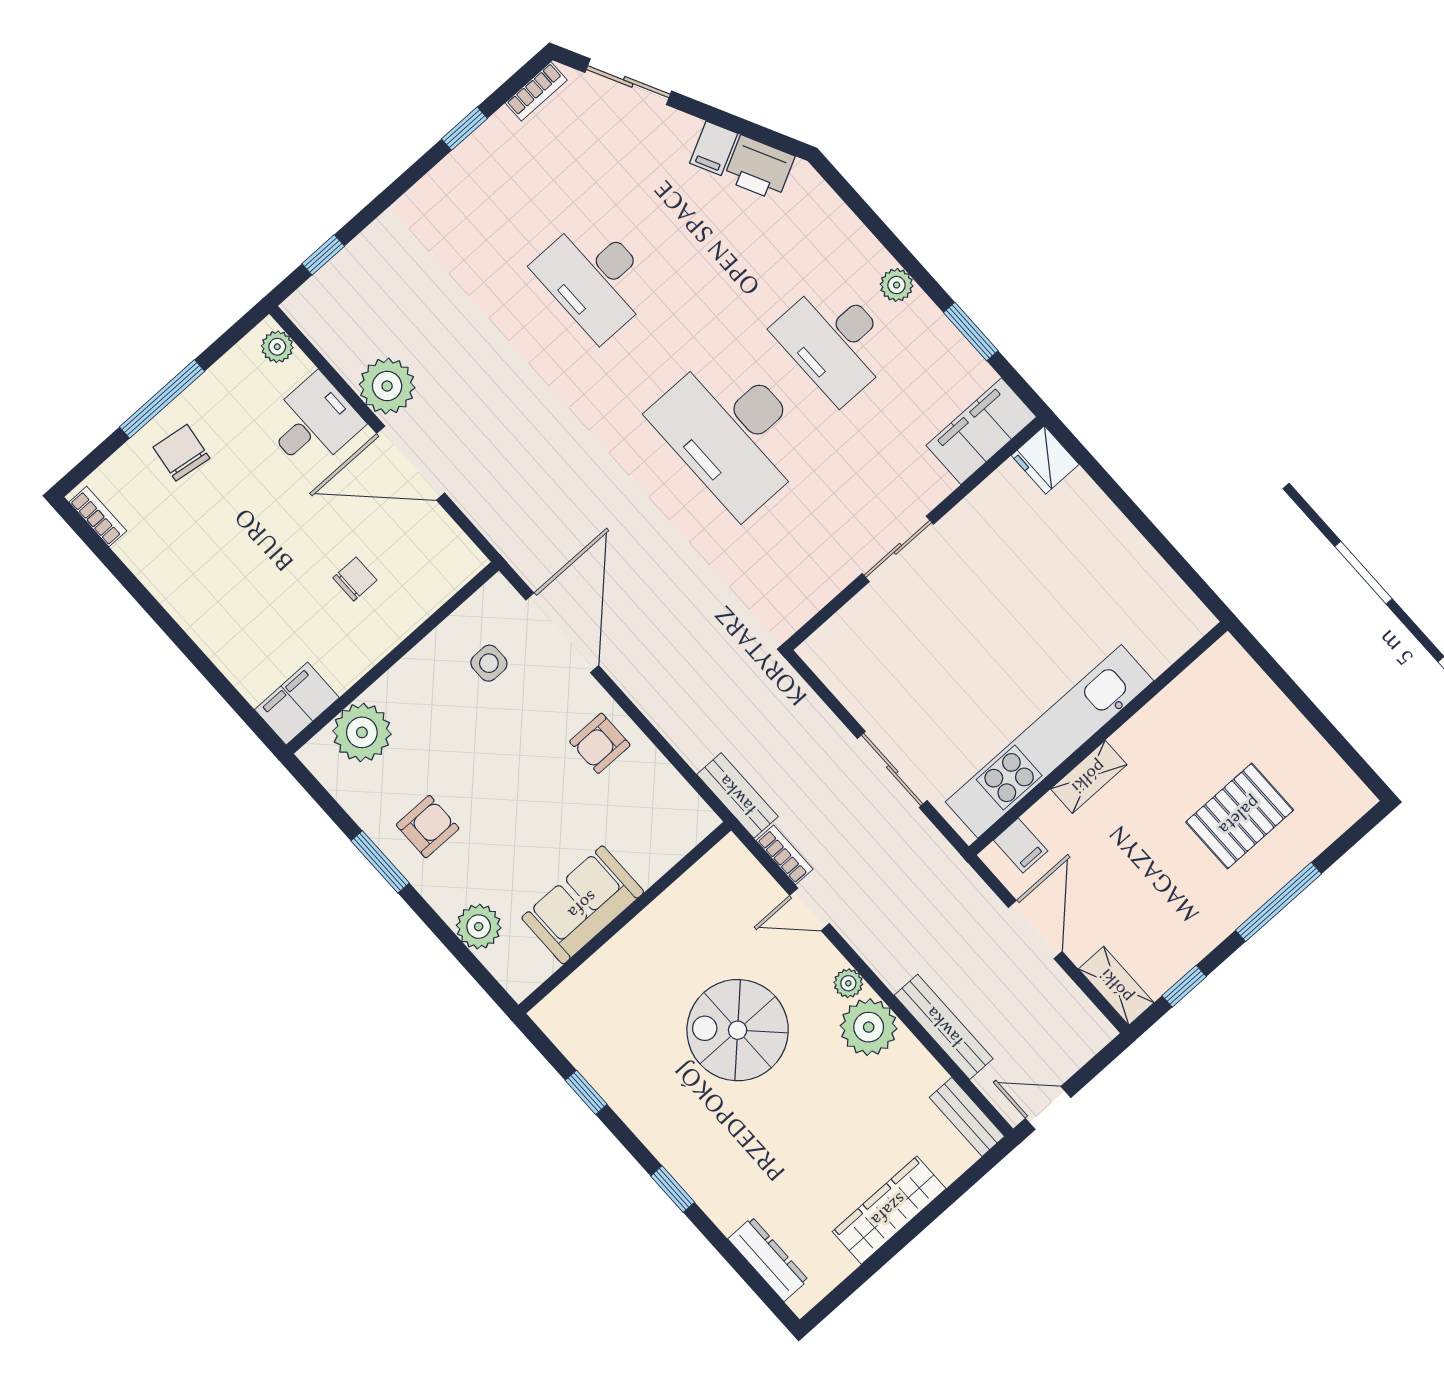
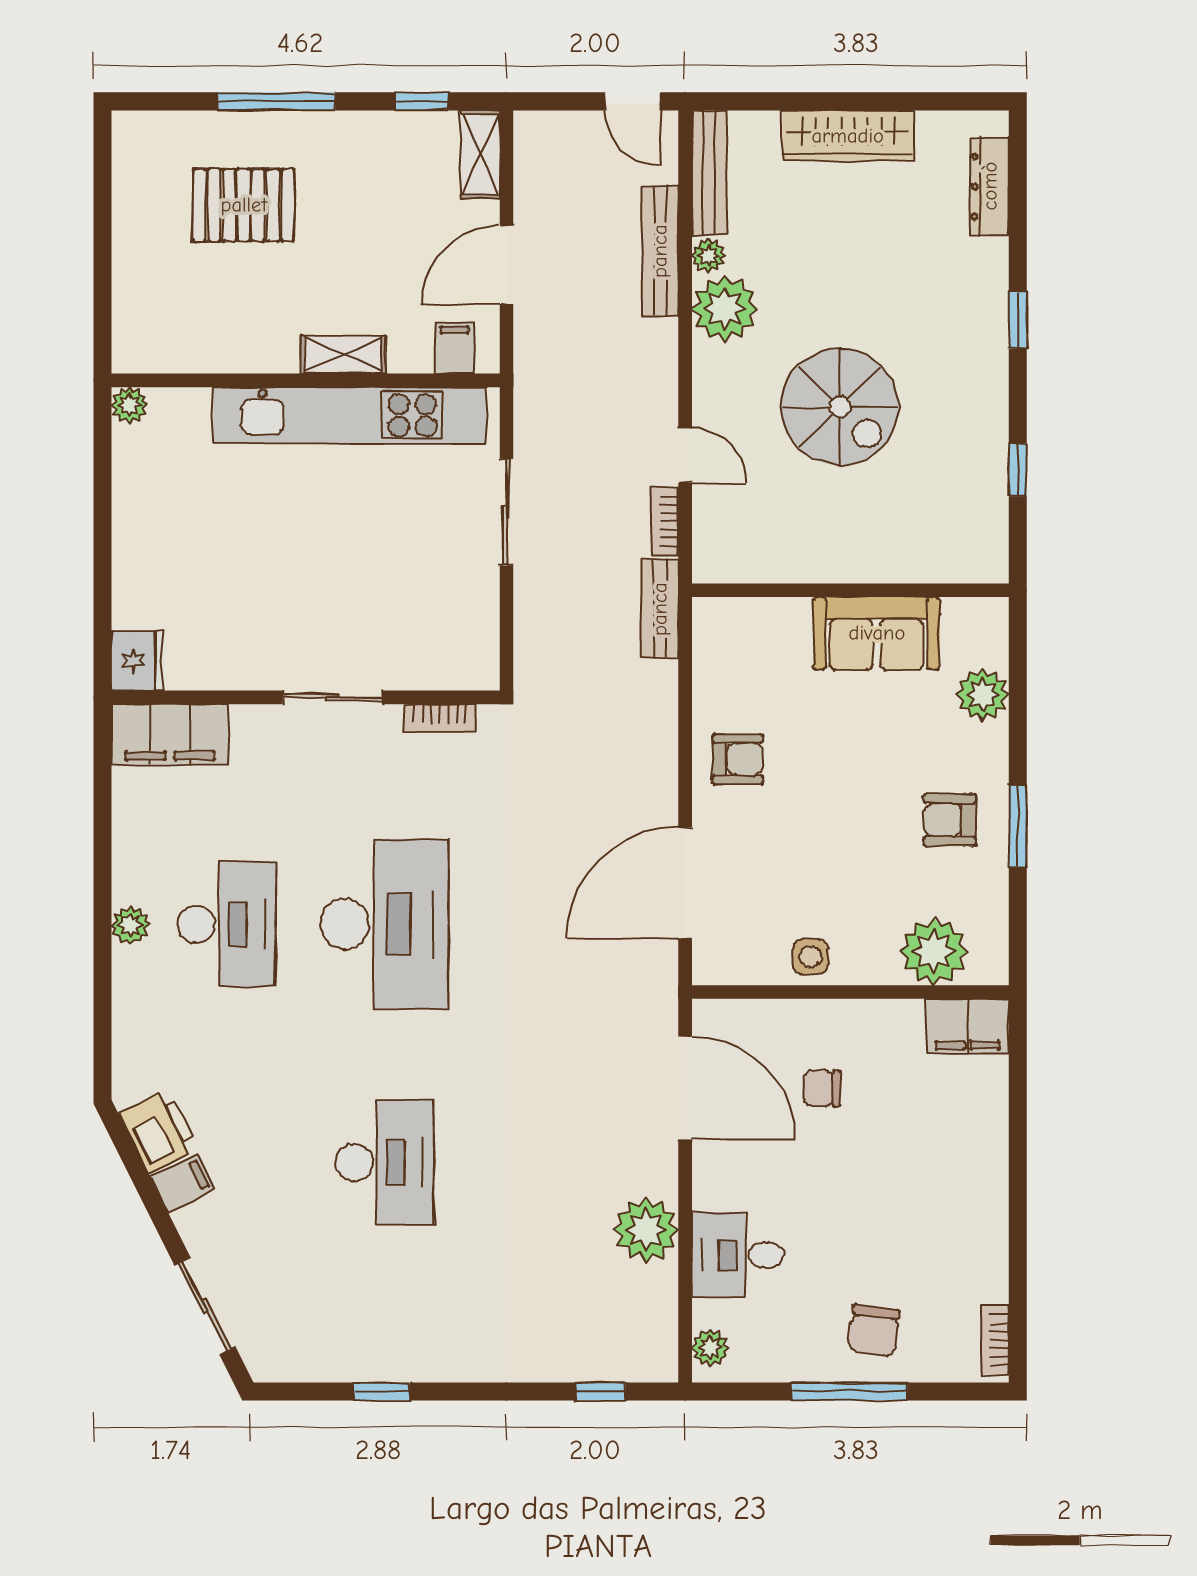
bookcase: (536, 91) -> (440, 718), moved, turned 180
window: (971, 332) -> (103, 828), removed
door: (411, 463) -> (685, 1088), moved
plant: (1198, 621) -> (129, 405), added
side table: (489, 663) -> (811, 957), moved
plant: (848, 983) -> (709, 255), moved
bench: (967, 1117) -> (709, 173), width x1.36

